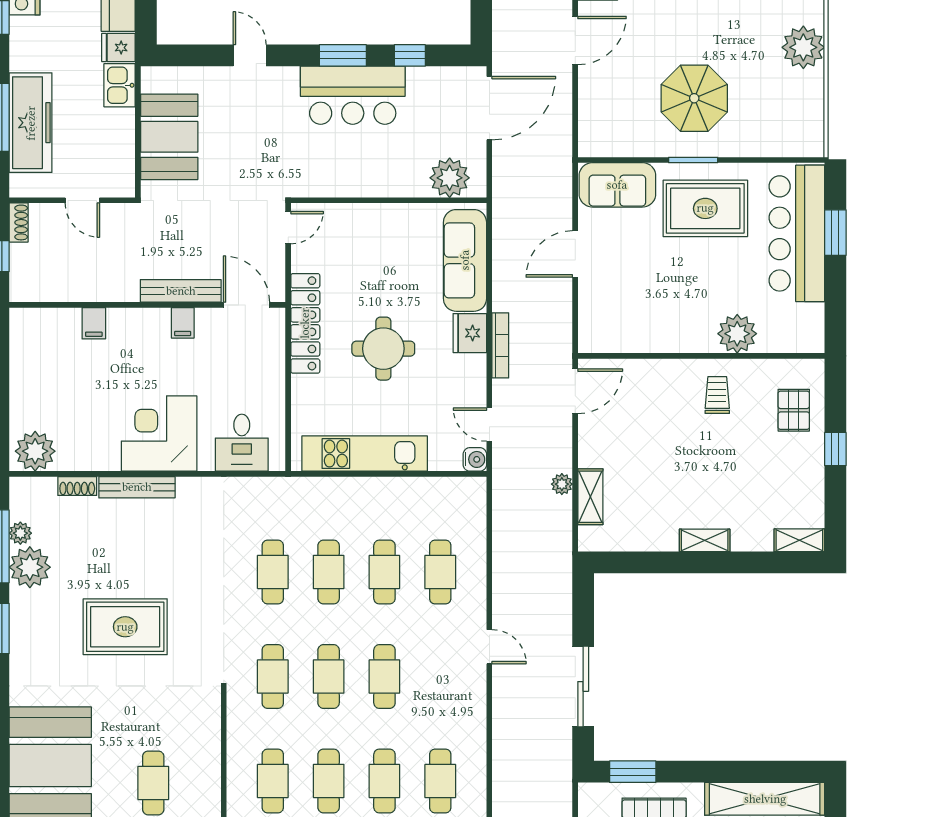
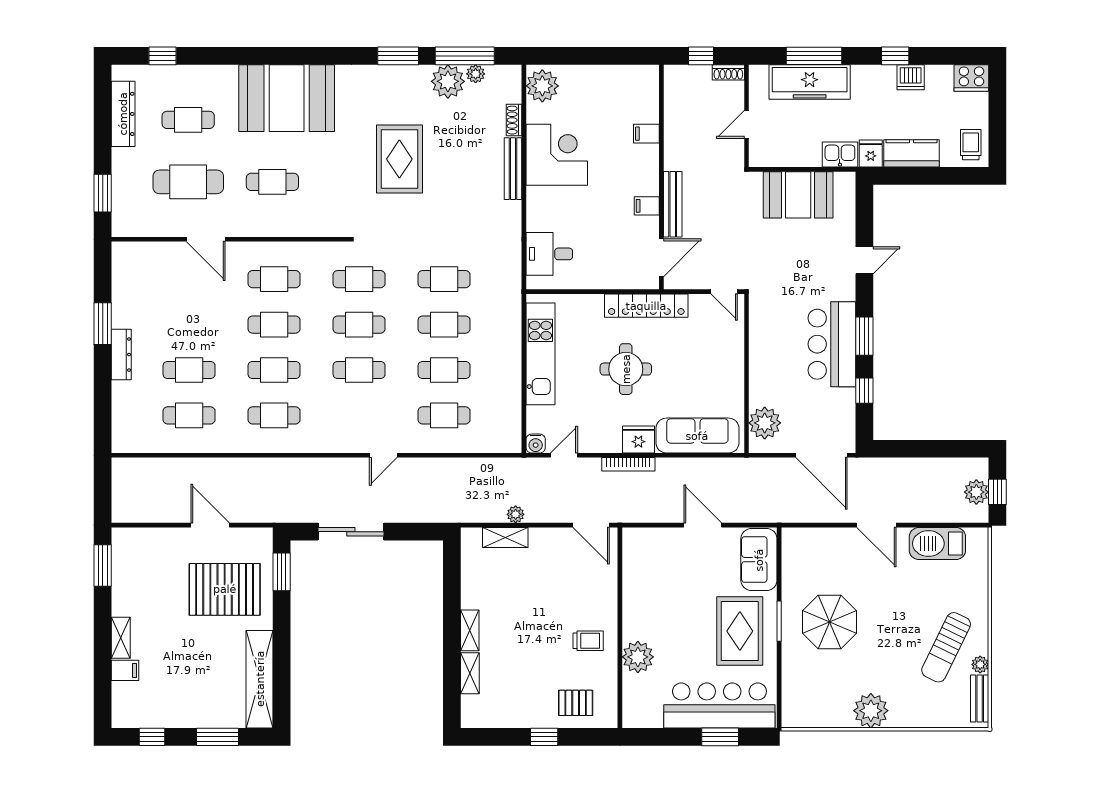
corner desk: (159, 433) -> (557, 155), moved
shelving: (799, 540) -> (470, 673), moved

